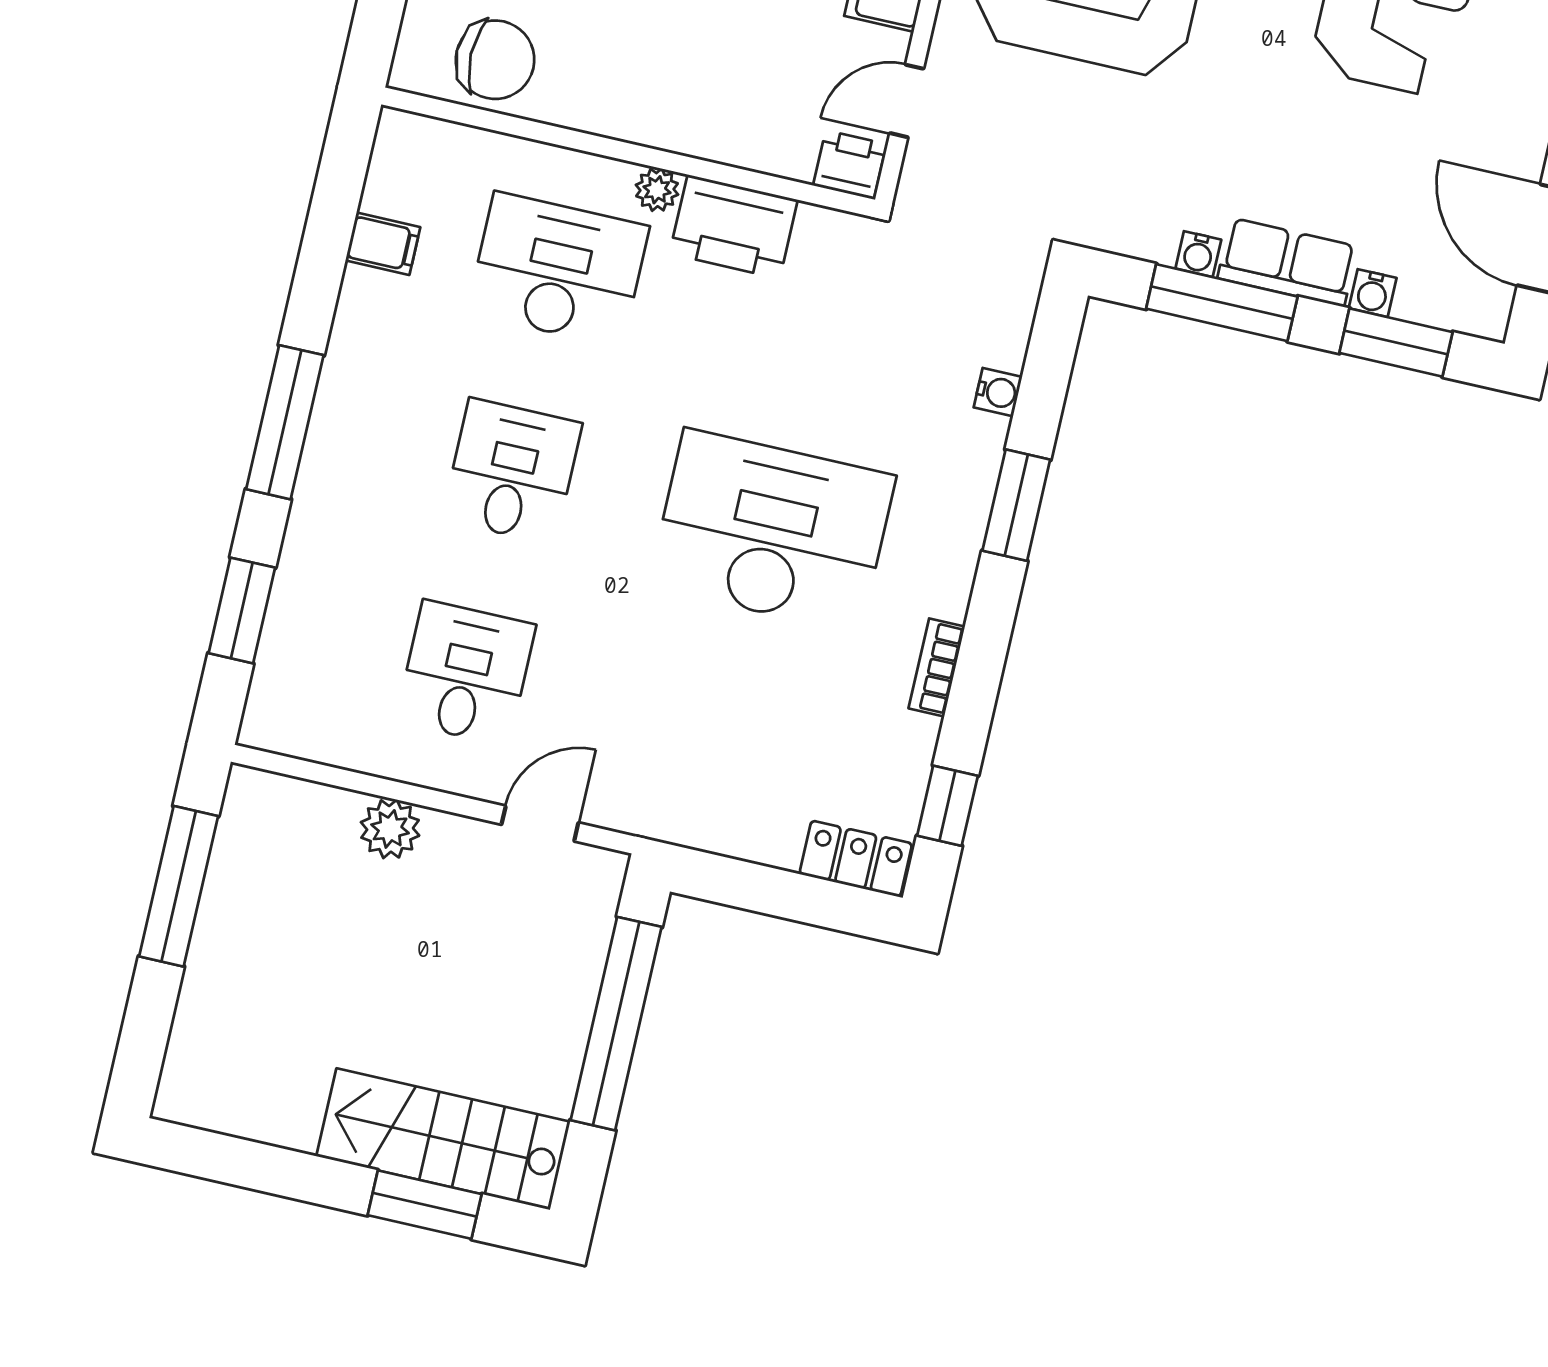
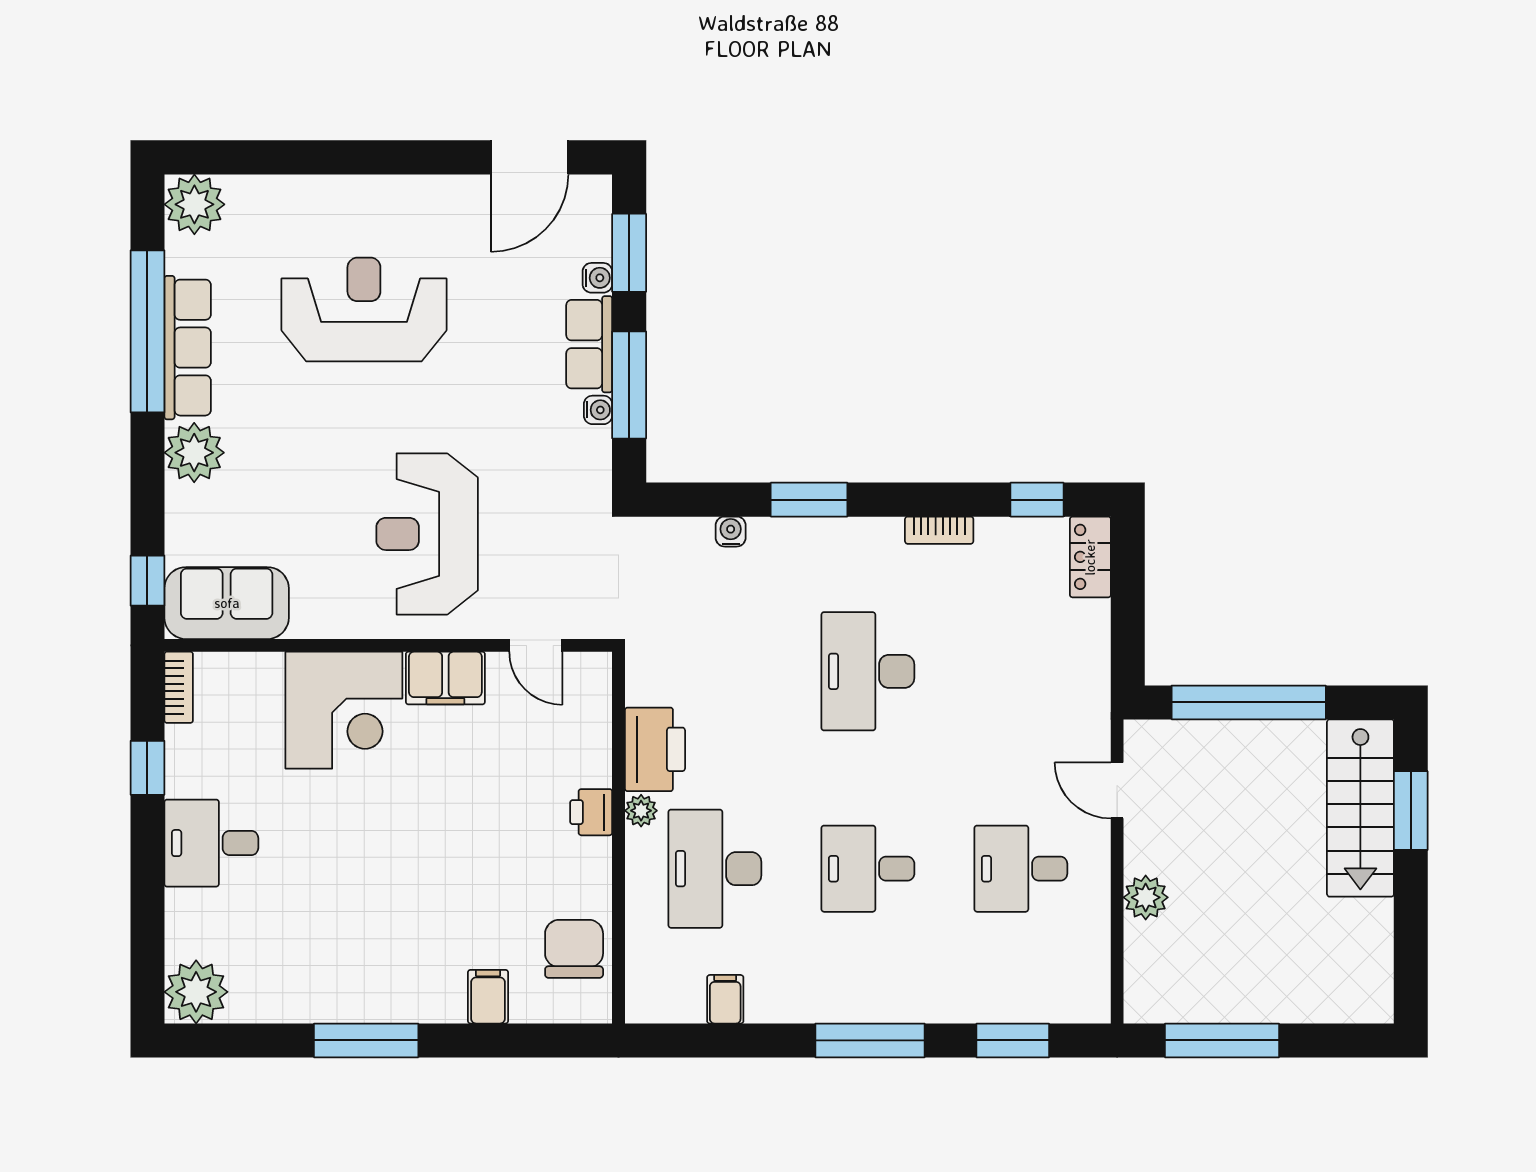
printer: (850, 165) -> (591, 812), moved
desk: (772, 531) -> (868, 671), width x0.73, depth x0.77

